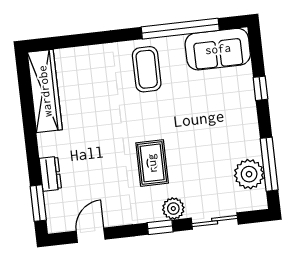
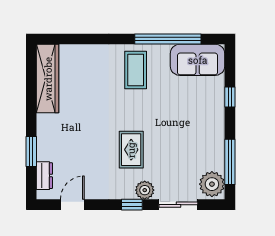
dresser: (50, 174) -> (44, 176), moved
plant: (249, 174) -> (212, 184), moved
window: (38, 203) -> (31, 151), moved

